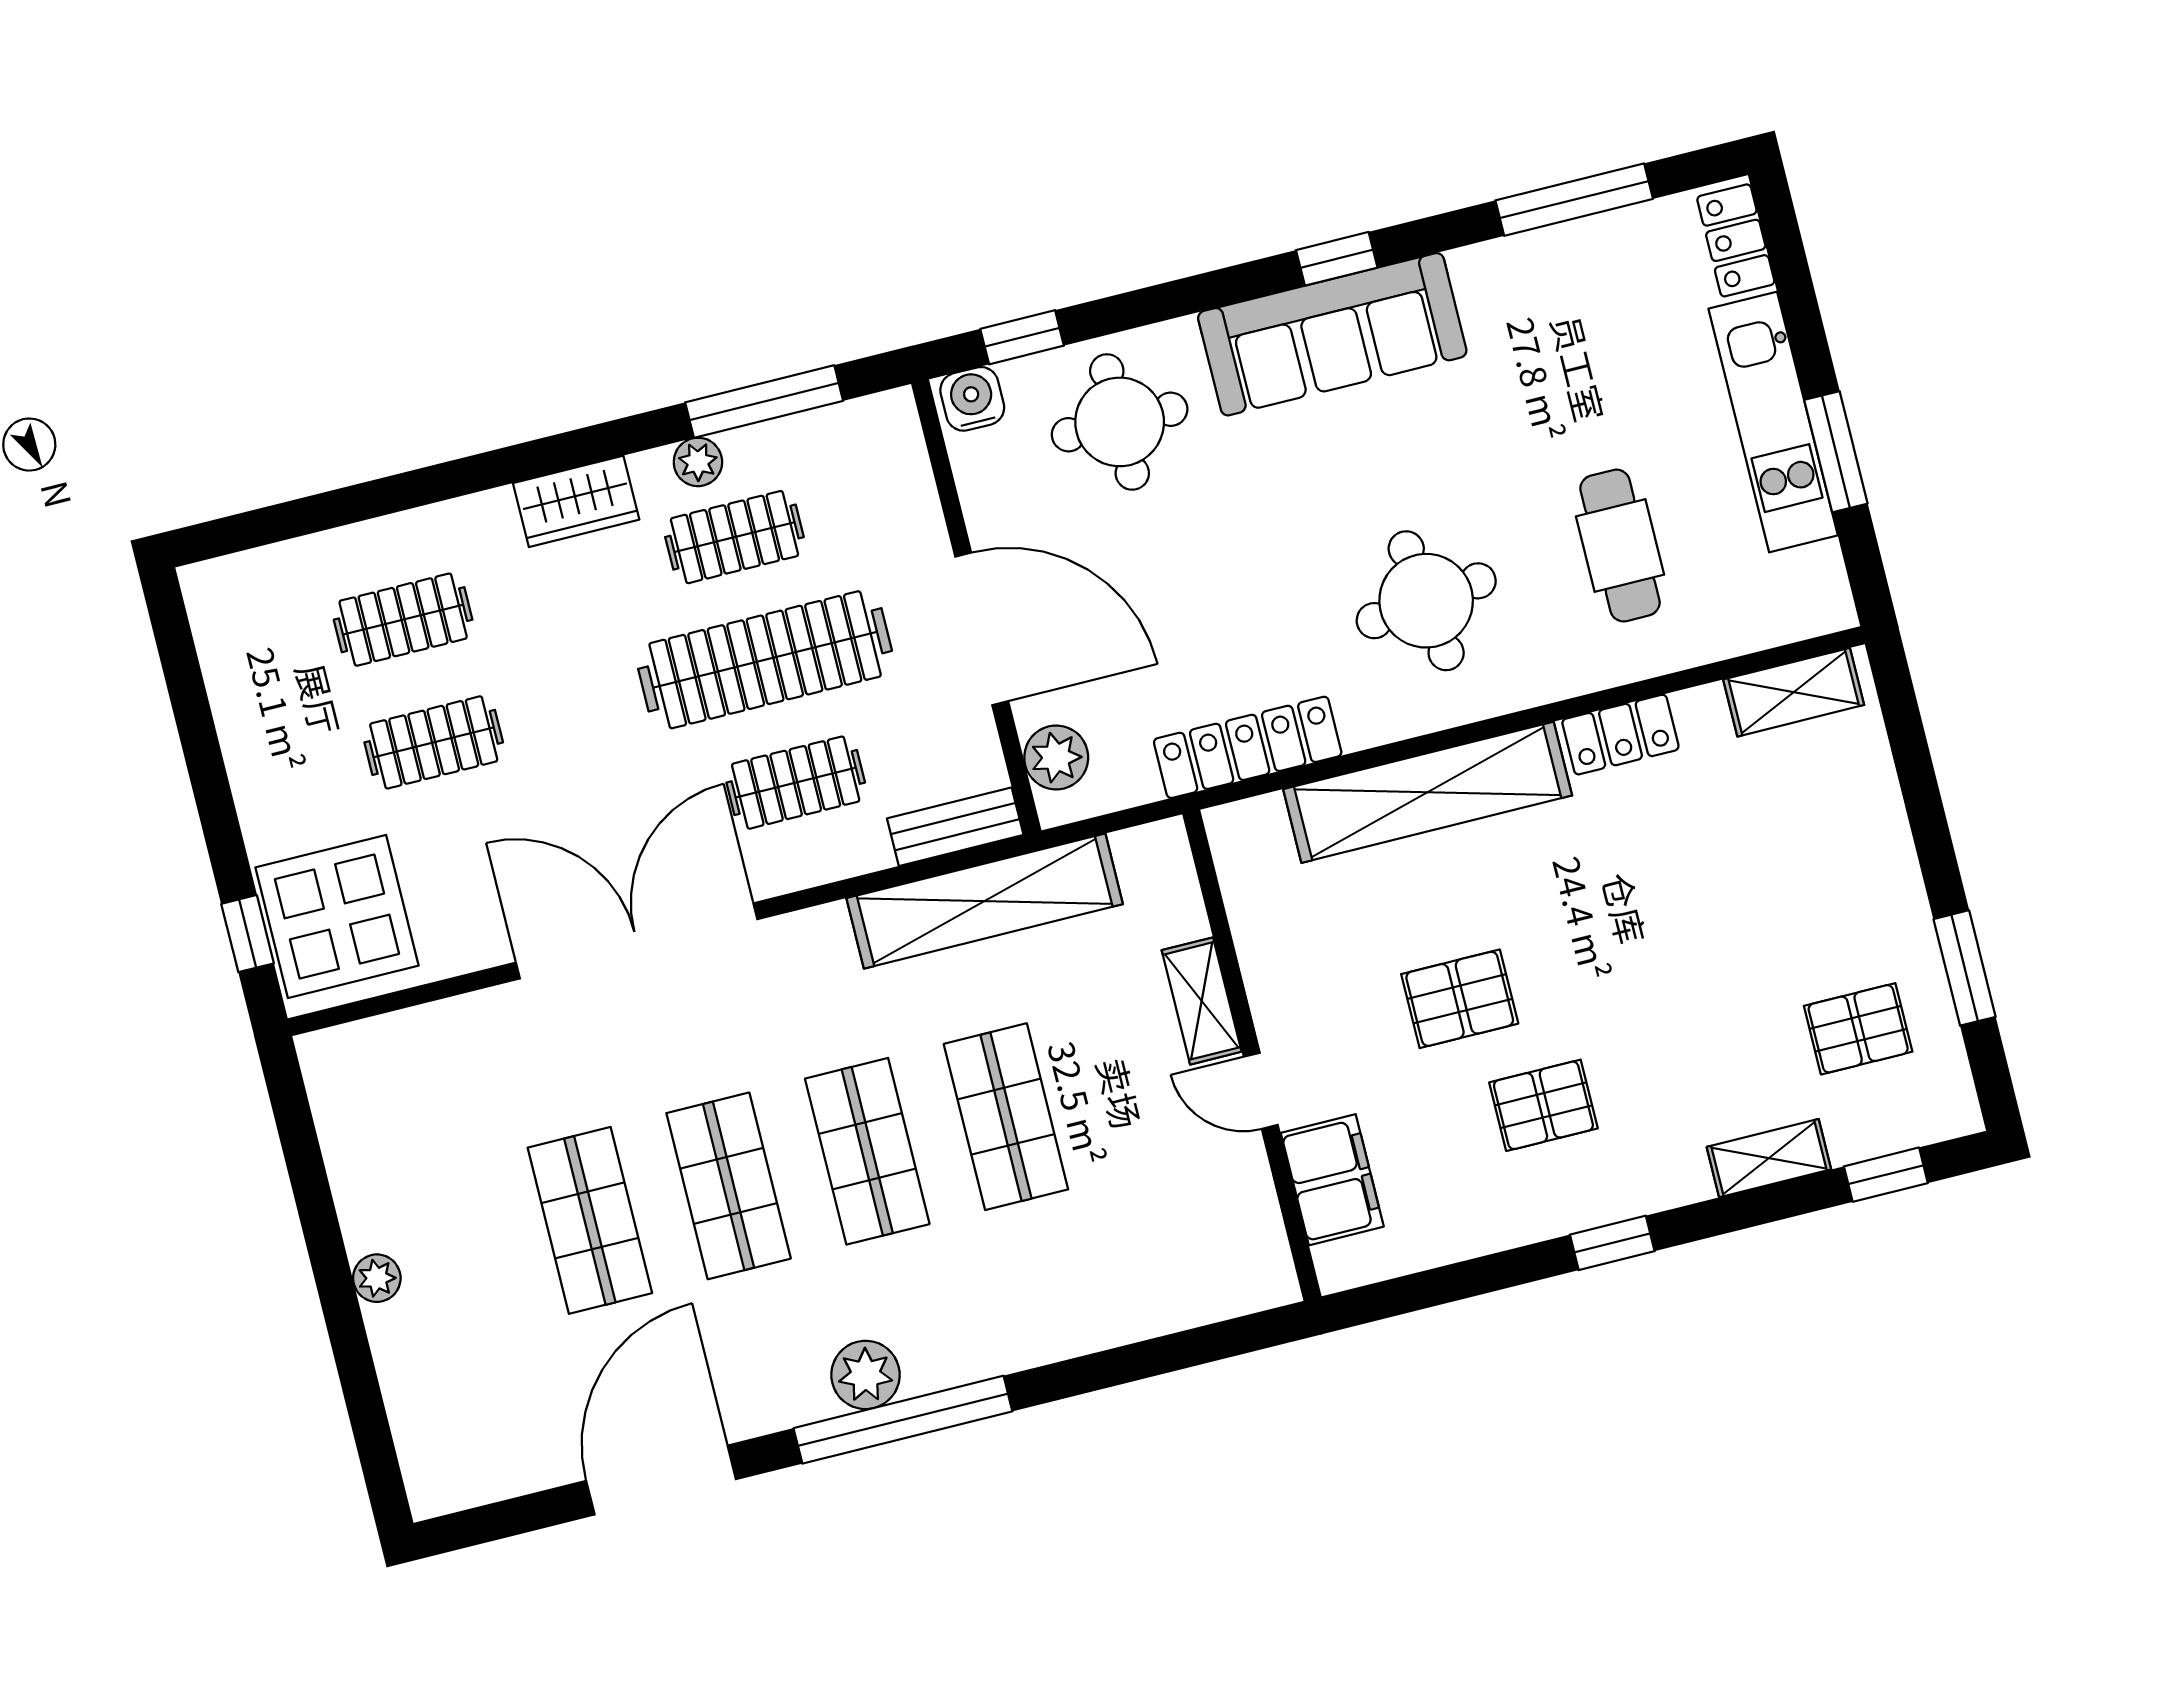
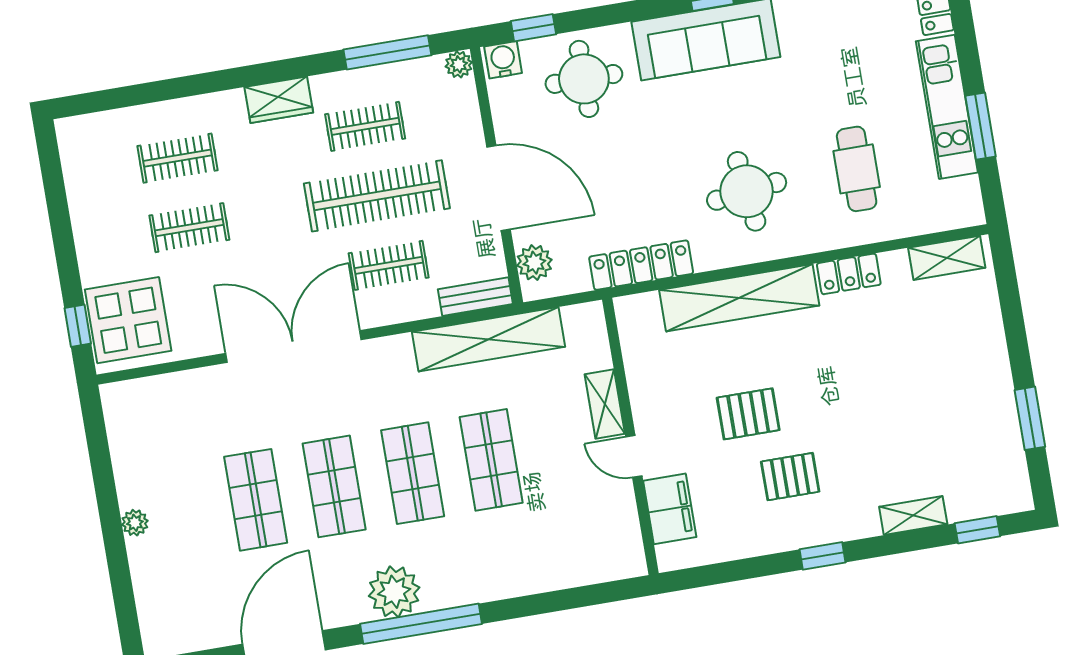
plant: (698, 462) -> (459, 64), moved
pallet: (1858, 1029) -> (968, 448), removed
plant: (866, 1375) -> (394, 592), width x1.36, depth x1.36

